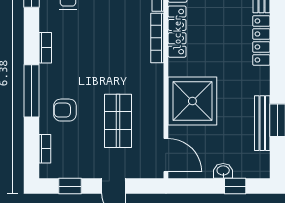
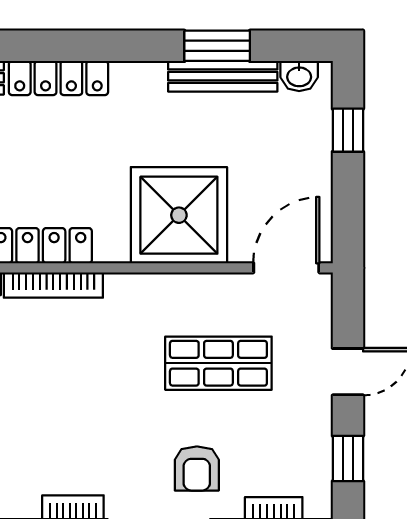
washbasin: (223, 171) -> (299, 76), moved, turned -90

